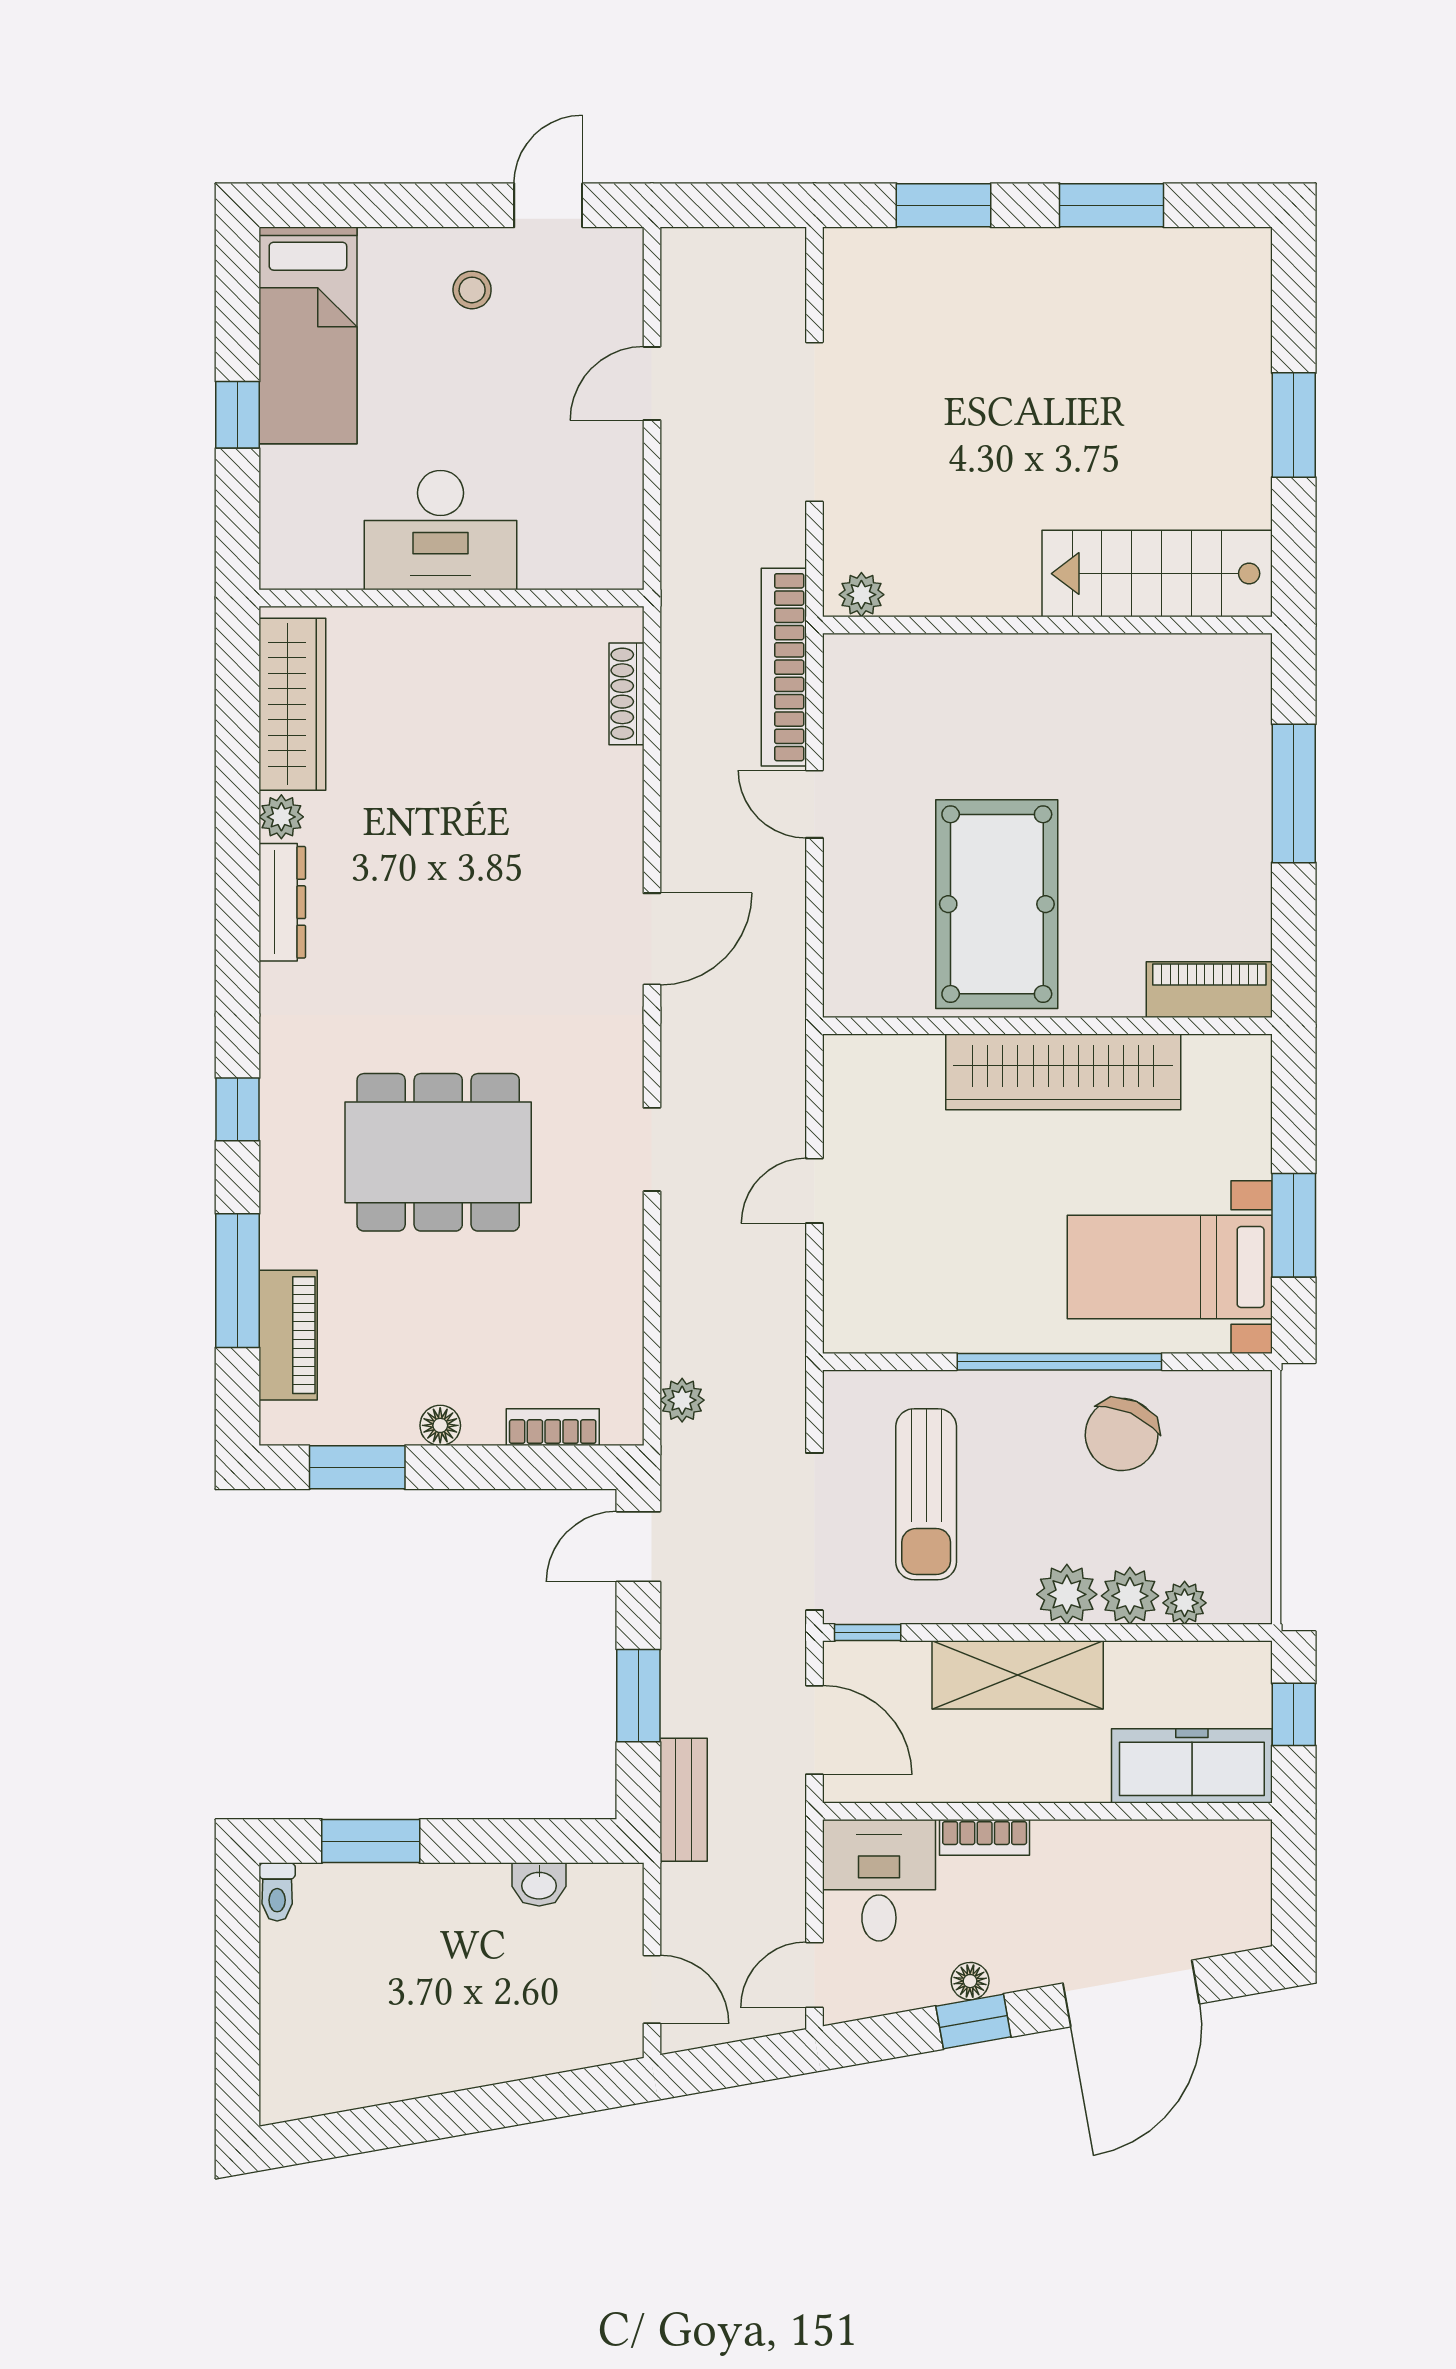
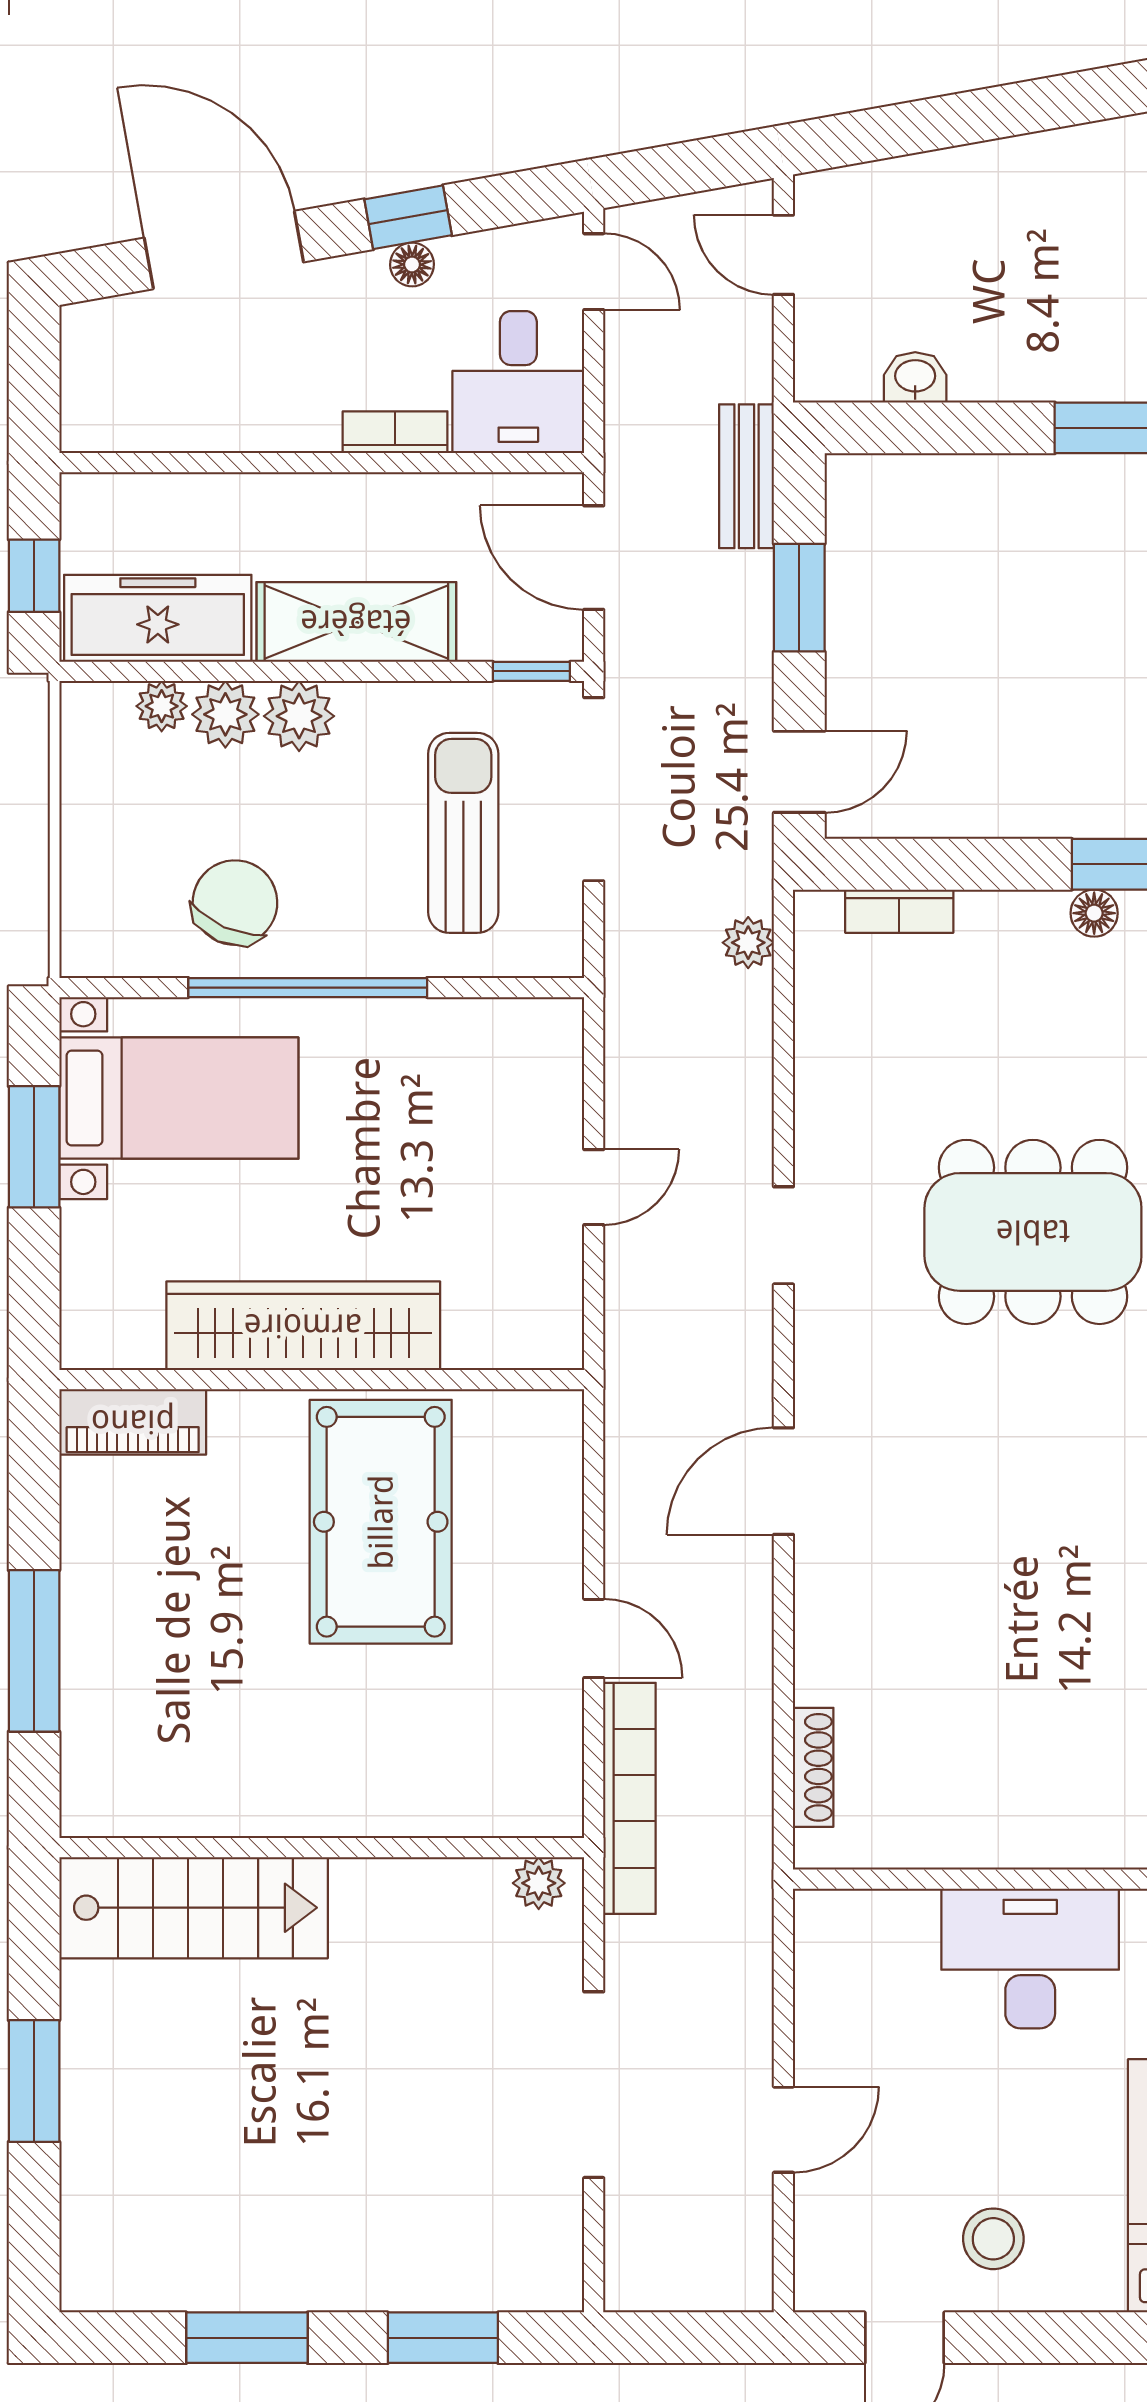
stool: (472, 290) -> (993, 2239), width x1.37, depth x1.37
floor lamp: (440, 1425) -> (1094, 913), moved
freezer: (1192, 1766) -> (158, 618), moved, turned 180
door: (814, 1975) -> (594, 272), hinge flipped
door: (1131, 1993) -> (224, 250), hinge flipped

